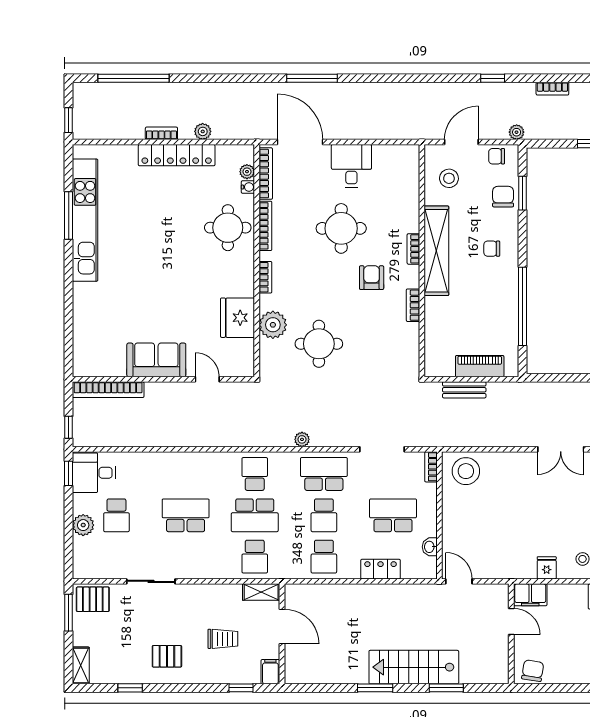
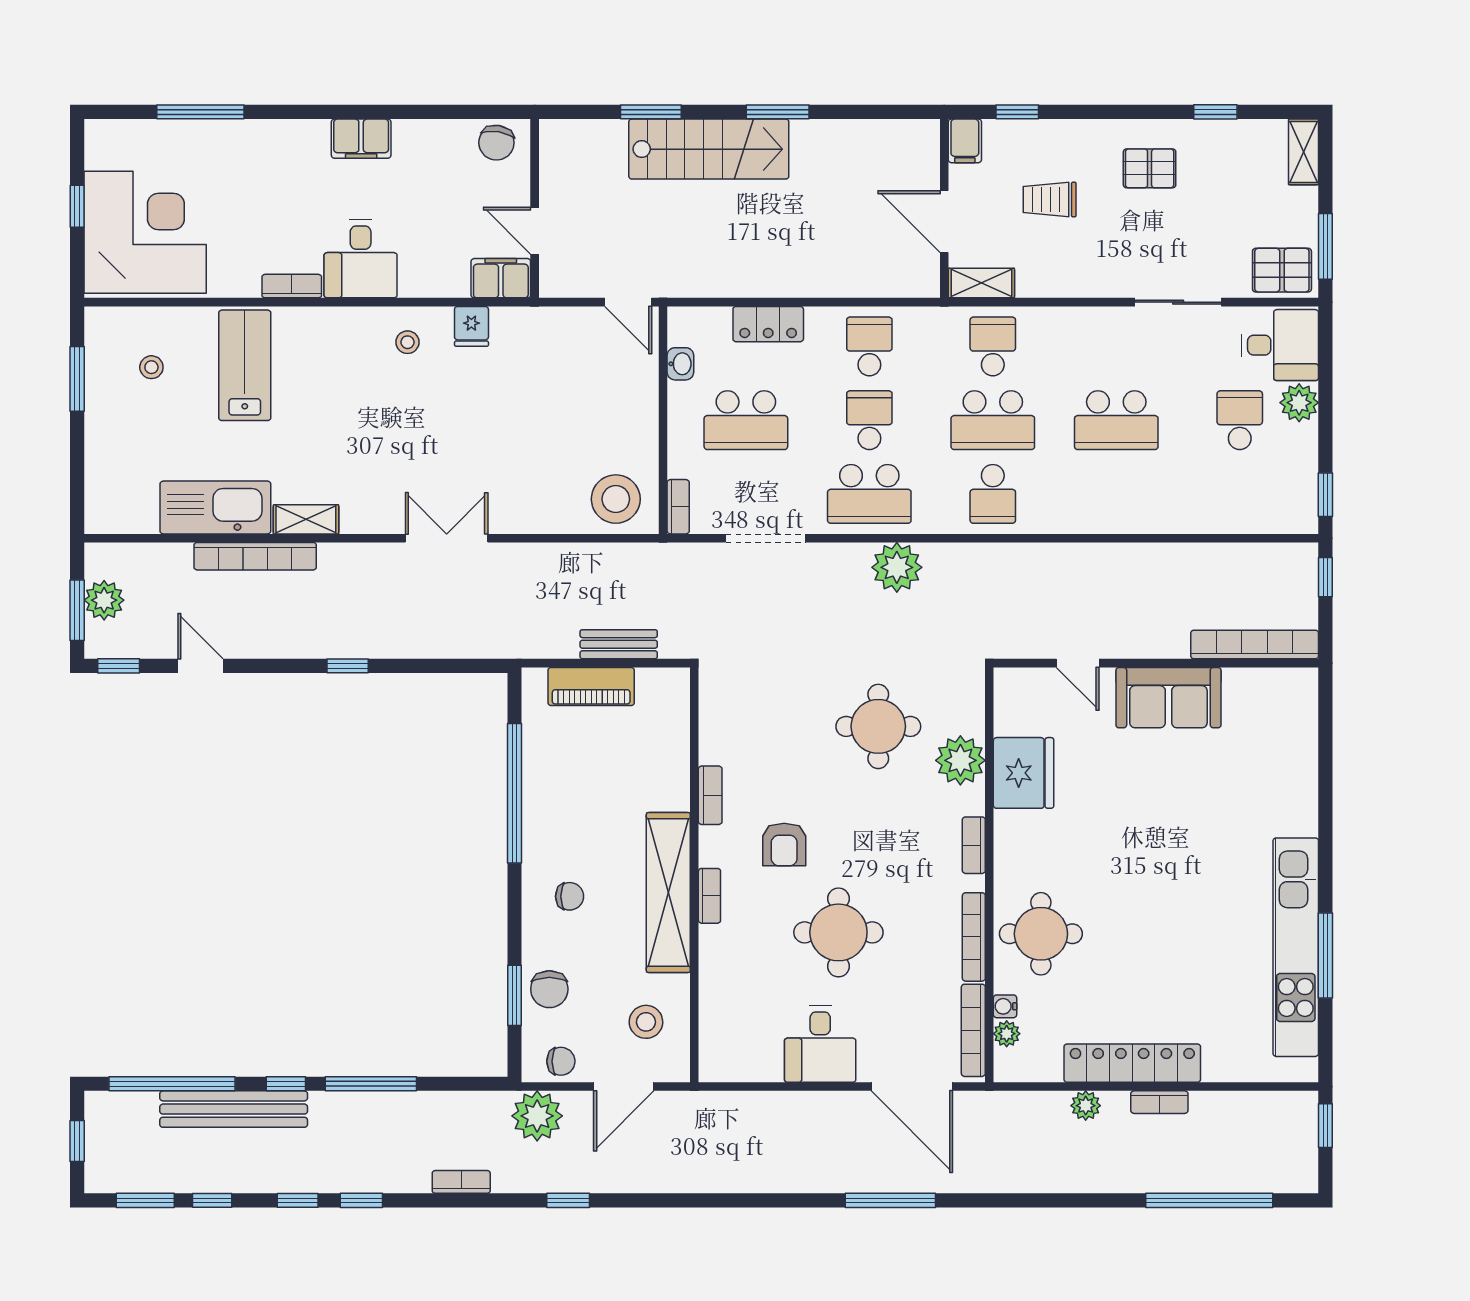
plant: (517, 132) -> (537, 1116), width x1.88, depth x1.88
plant: (302, 439) -> (897, 567), width x1.88, depth x1.88
desk: (94, 473) -> (1280, 345), moved
school desk: (255, 515) -> (993, 420), turned 180

